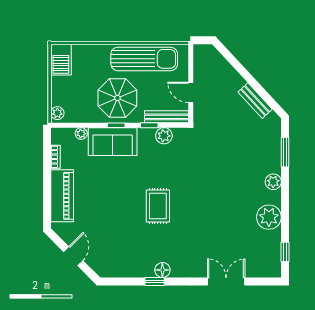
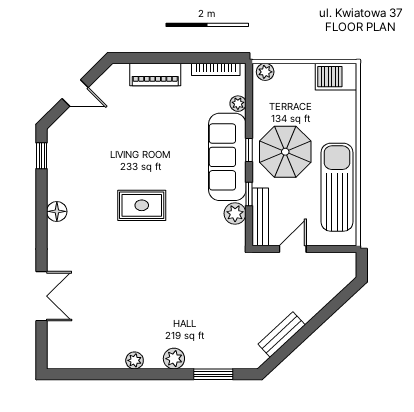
sun lounger: (144, 59) -> (337, 187), turned 180
sofa: (113, 142) -> (227, 157), width x1.36
bookcase: (55, 157) -> (216, 69), width x1.56
piano: (62, 196) -> (155, 75), width x0.73, depth x0.75
plant: (269, 217) -> (135, 360), width x0.53, depth x0.53
window: (285, 252) -> (81, 374), removed
window: (155, 281) -> (42, 156), moved

